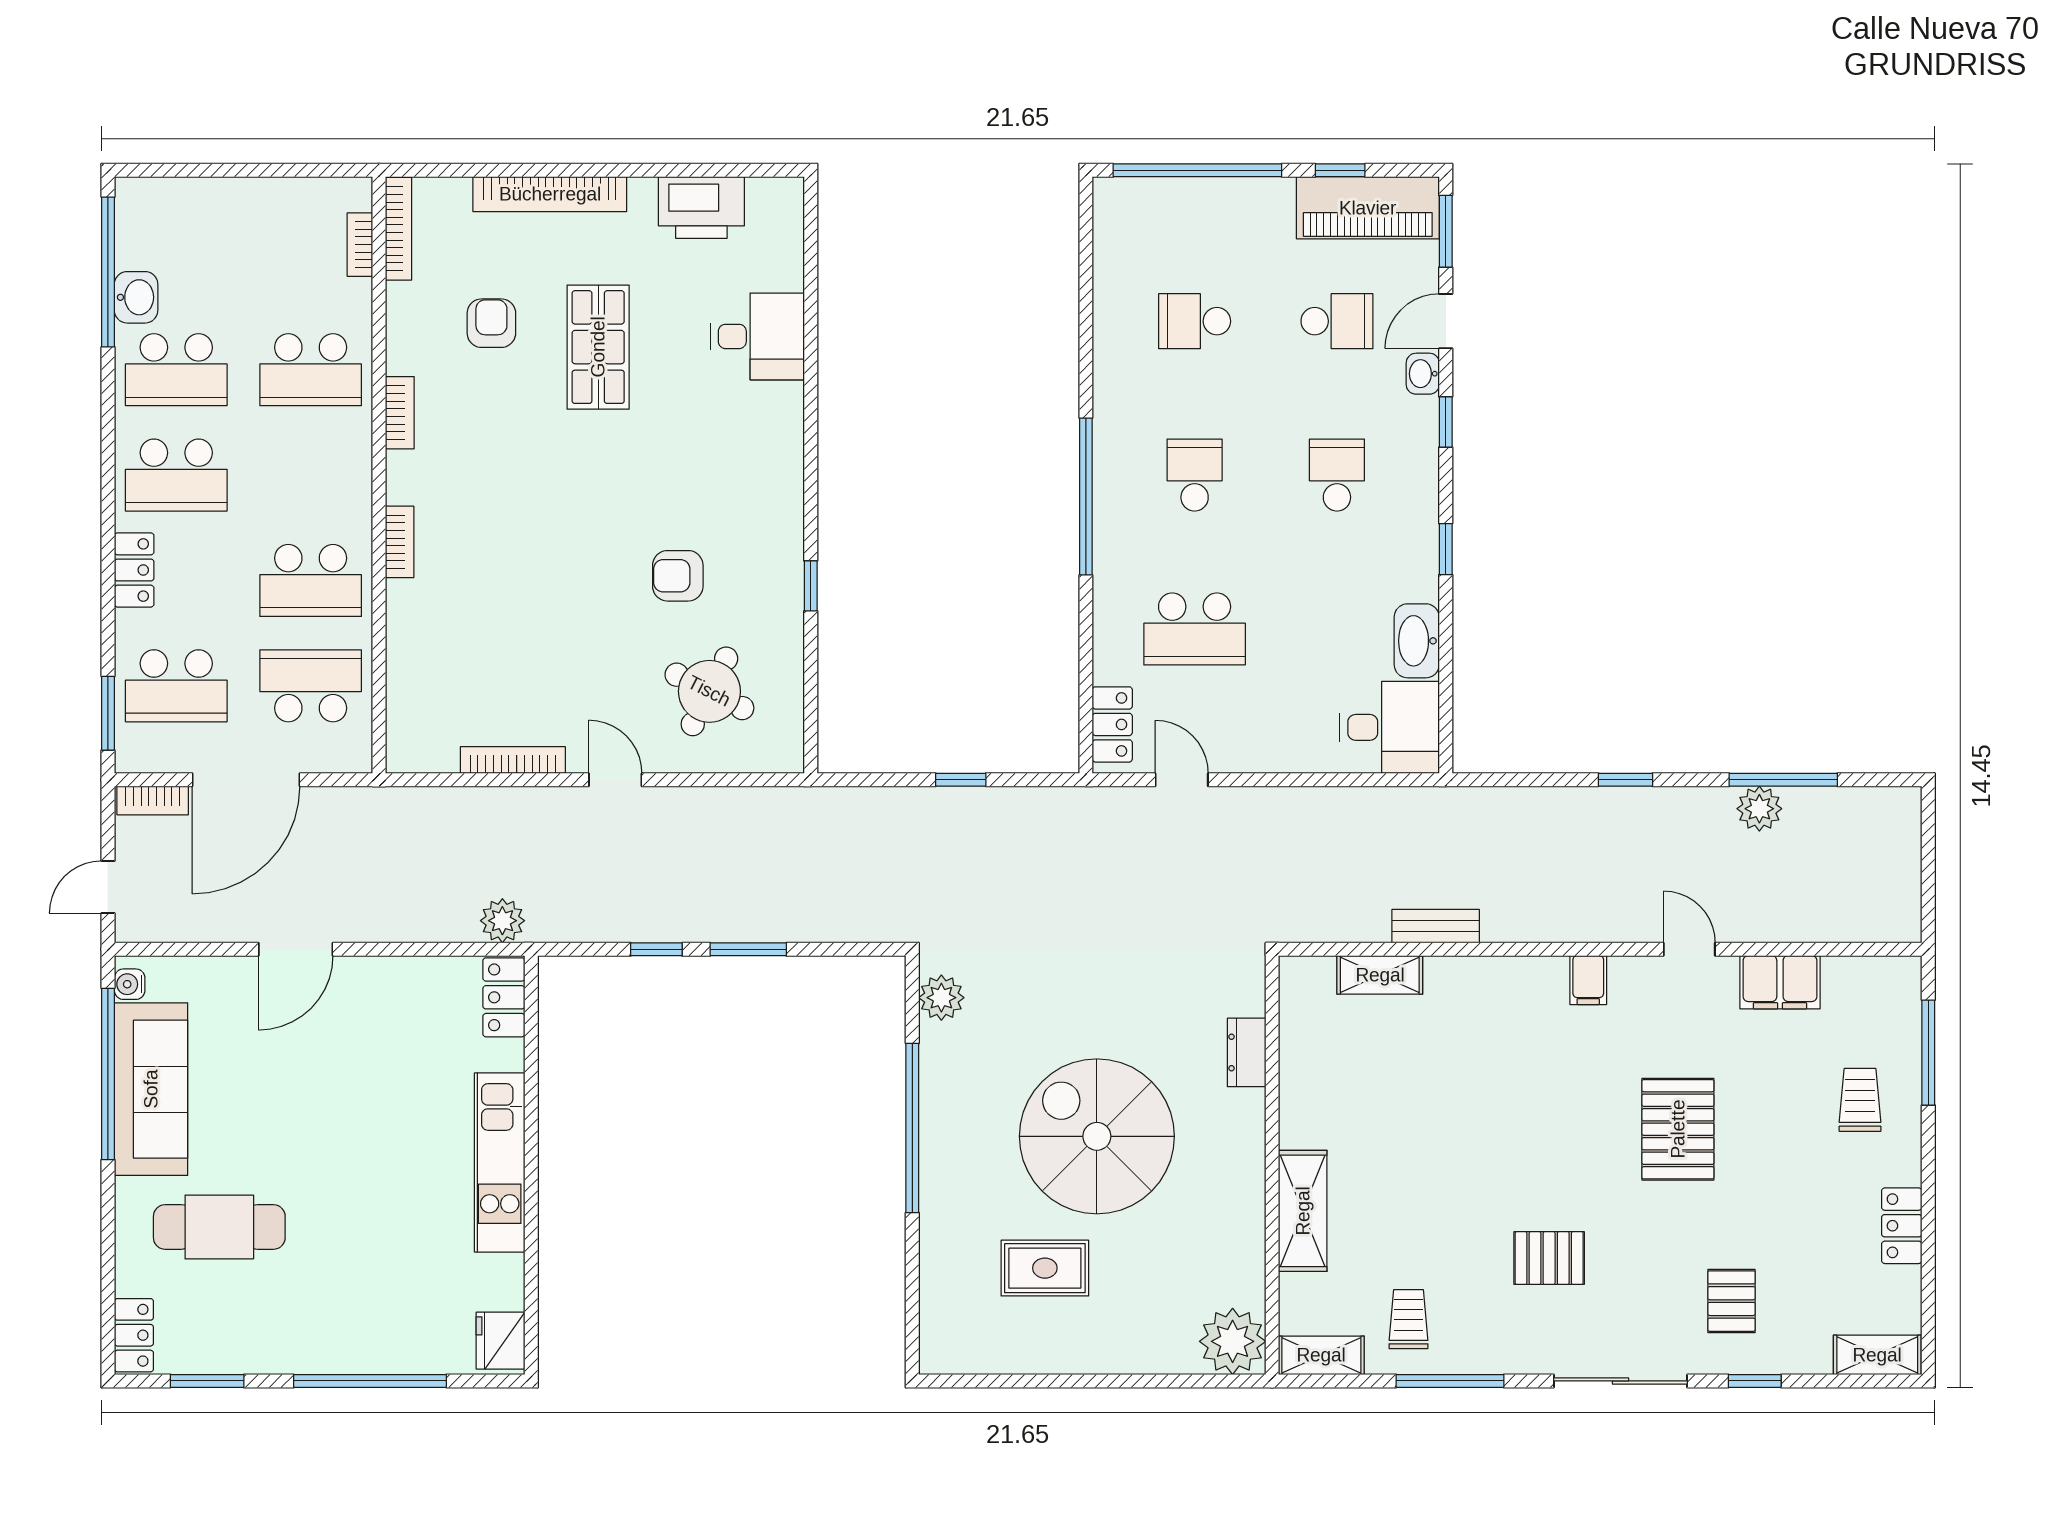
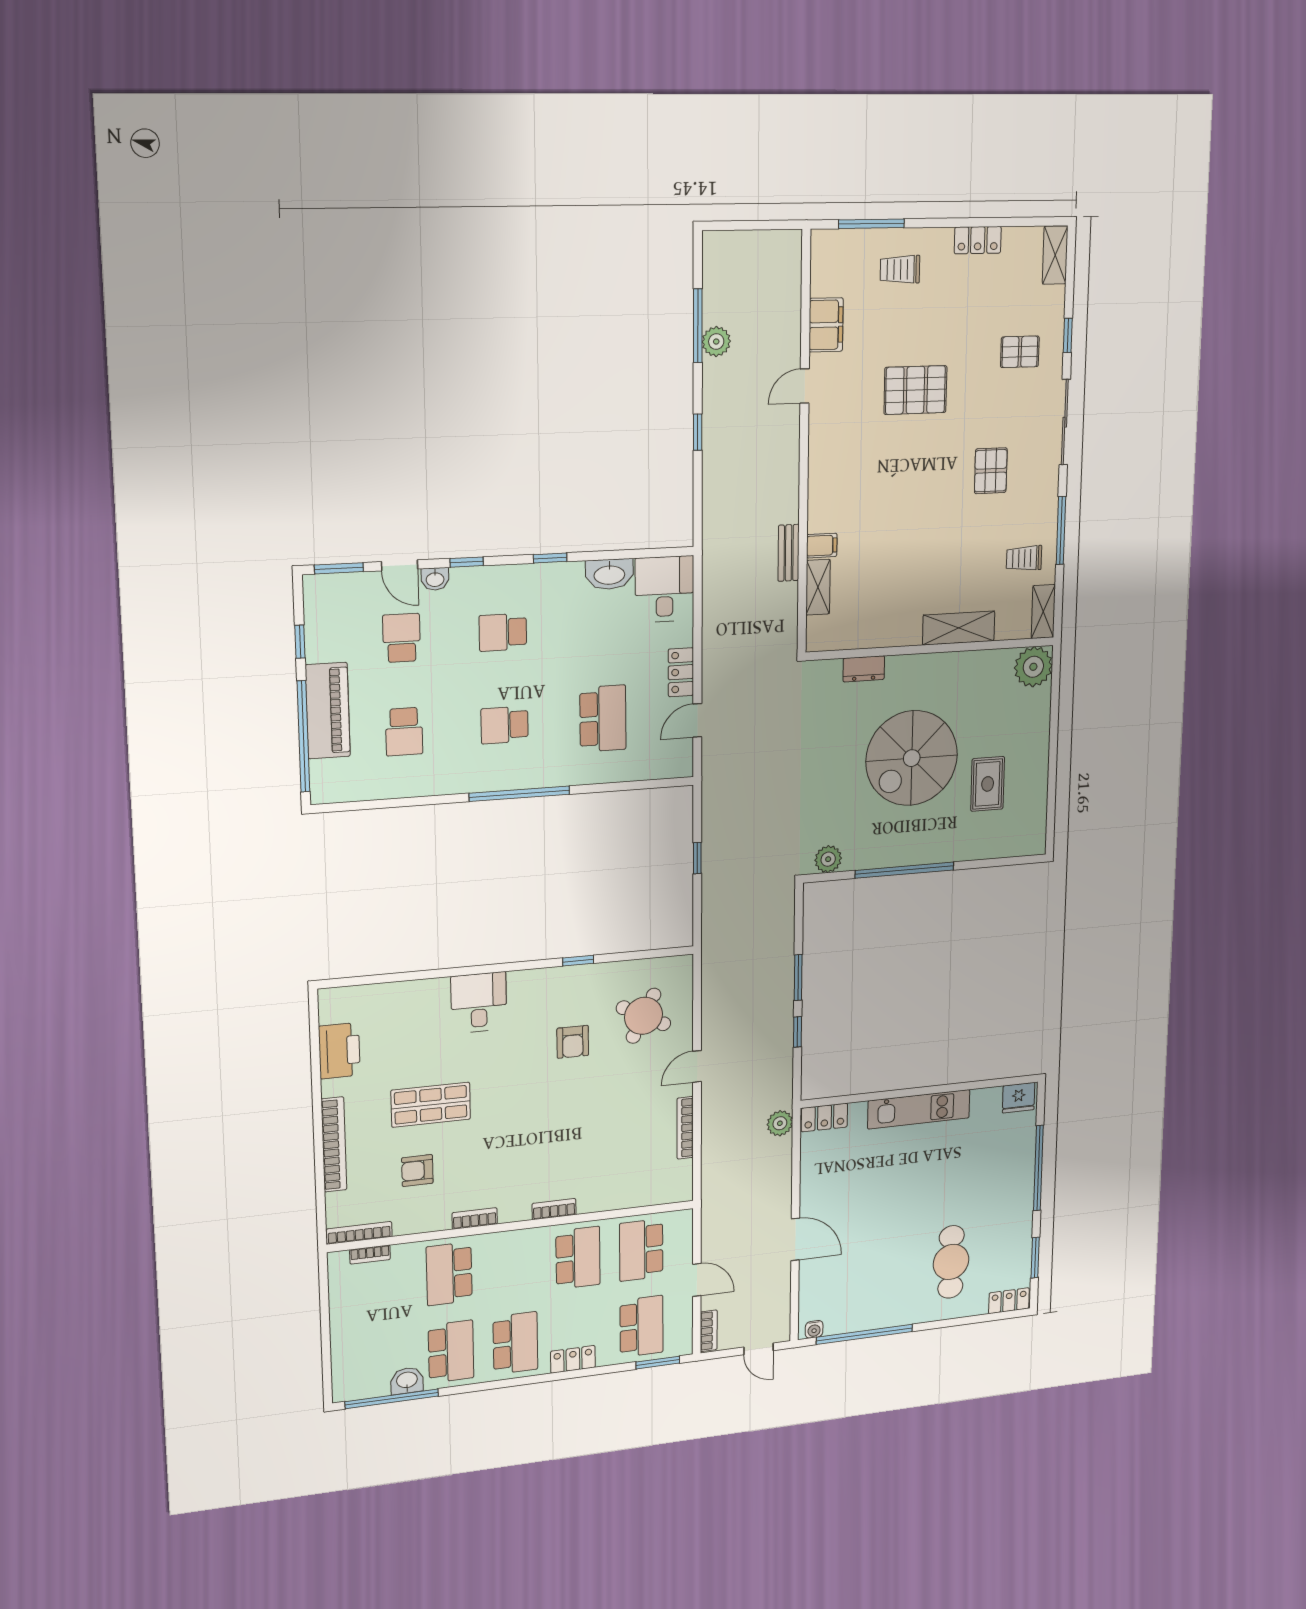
piano: (1368, 208) -> (328, 711), moved
desk: (758, 336) -> (479, 1003), moved
school desk: (311, 370) -> (449, 1274), turned 180
locker: (1112, 724) -> (681, 672), moved, turned -90
door: (246, 780) -> (697, 1280), width x0.53
filing cabinet: (1588, 980) -> (822, 546), moved
sofa: (151, 1089) -> (873, 1310), removed

